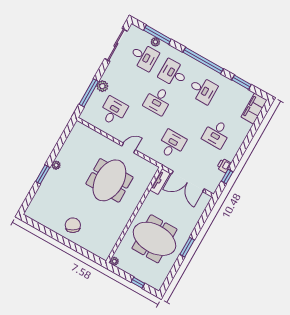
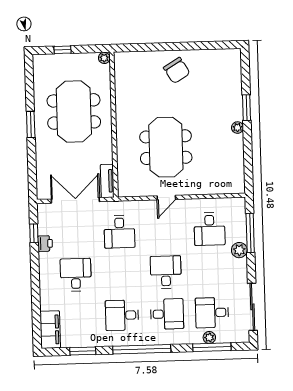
meeting table: (154, 239) -> (74, 111), turned 90

